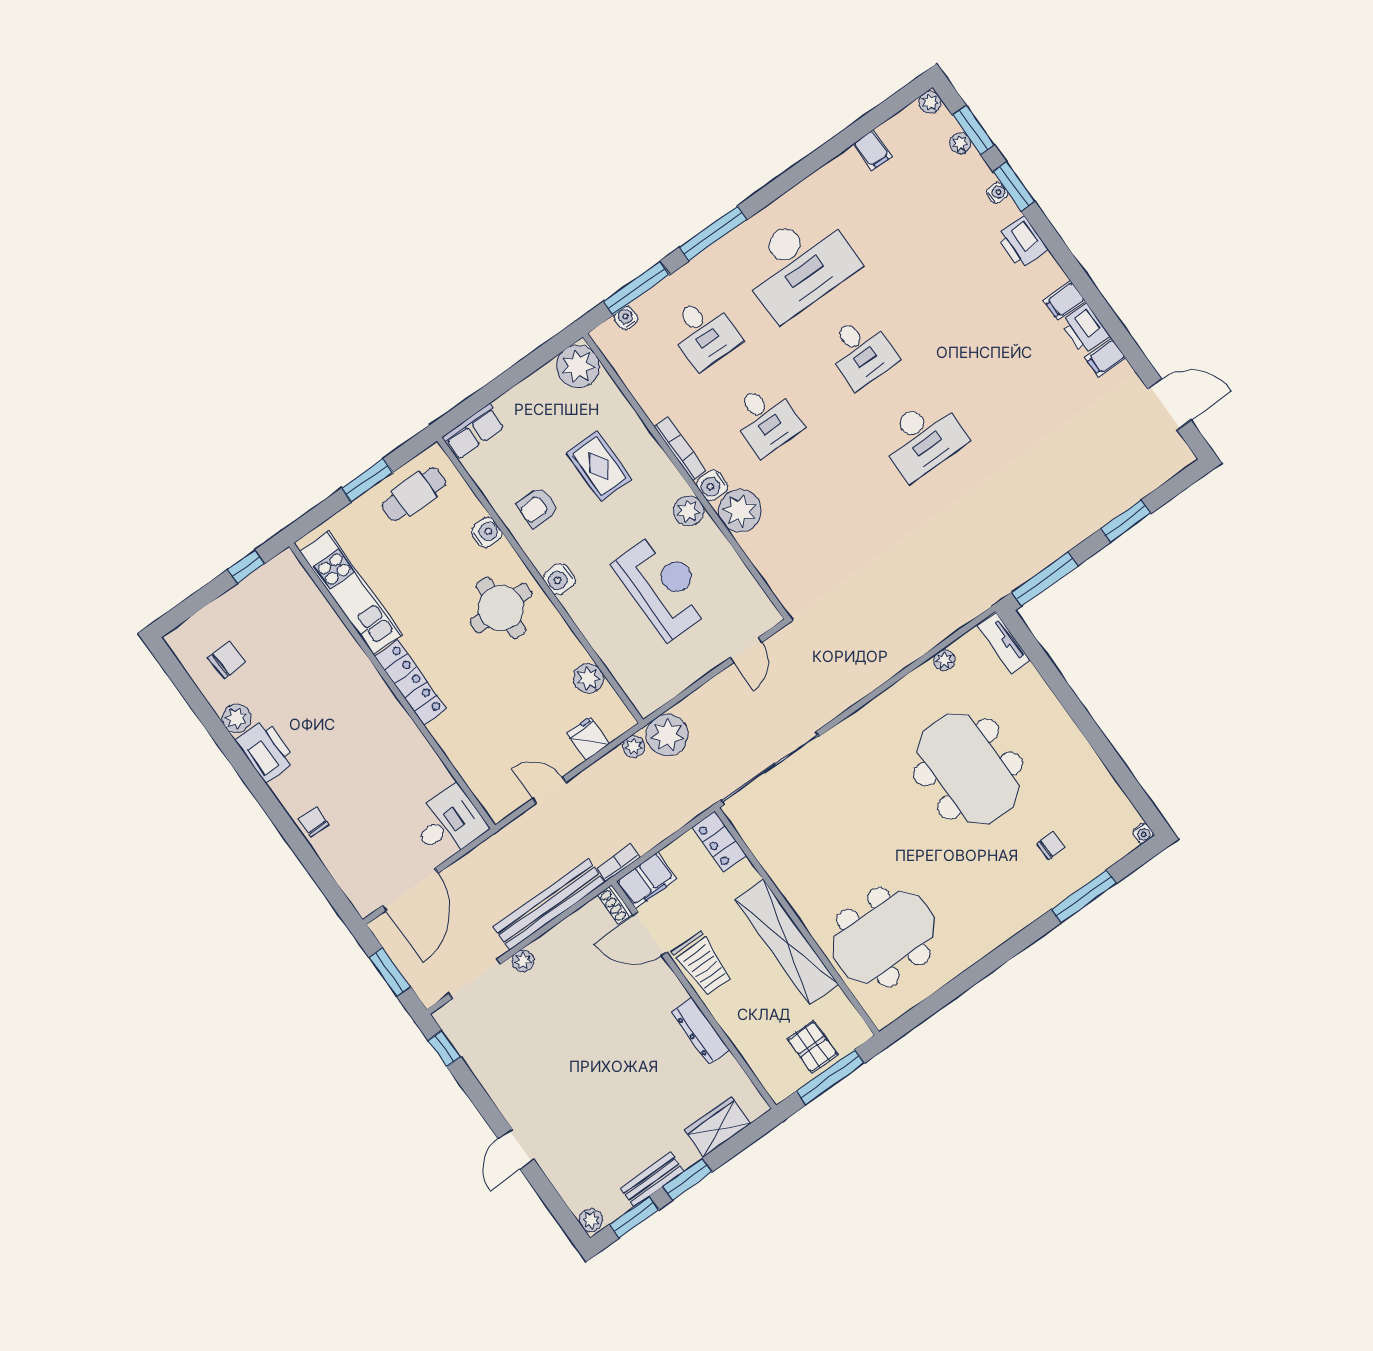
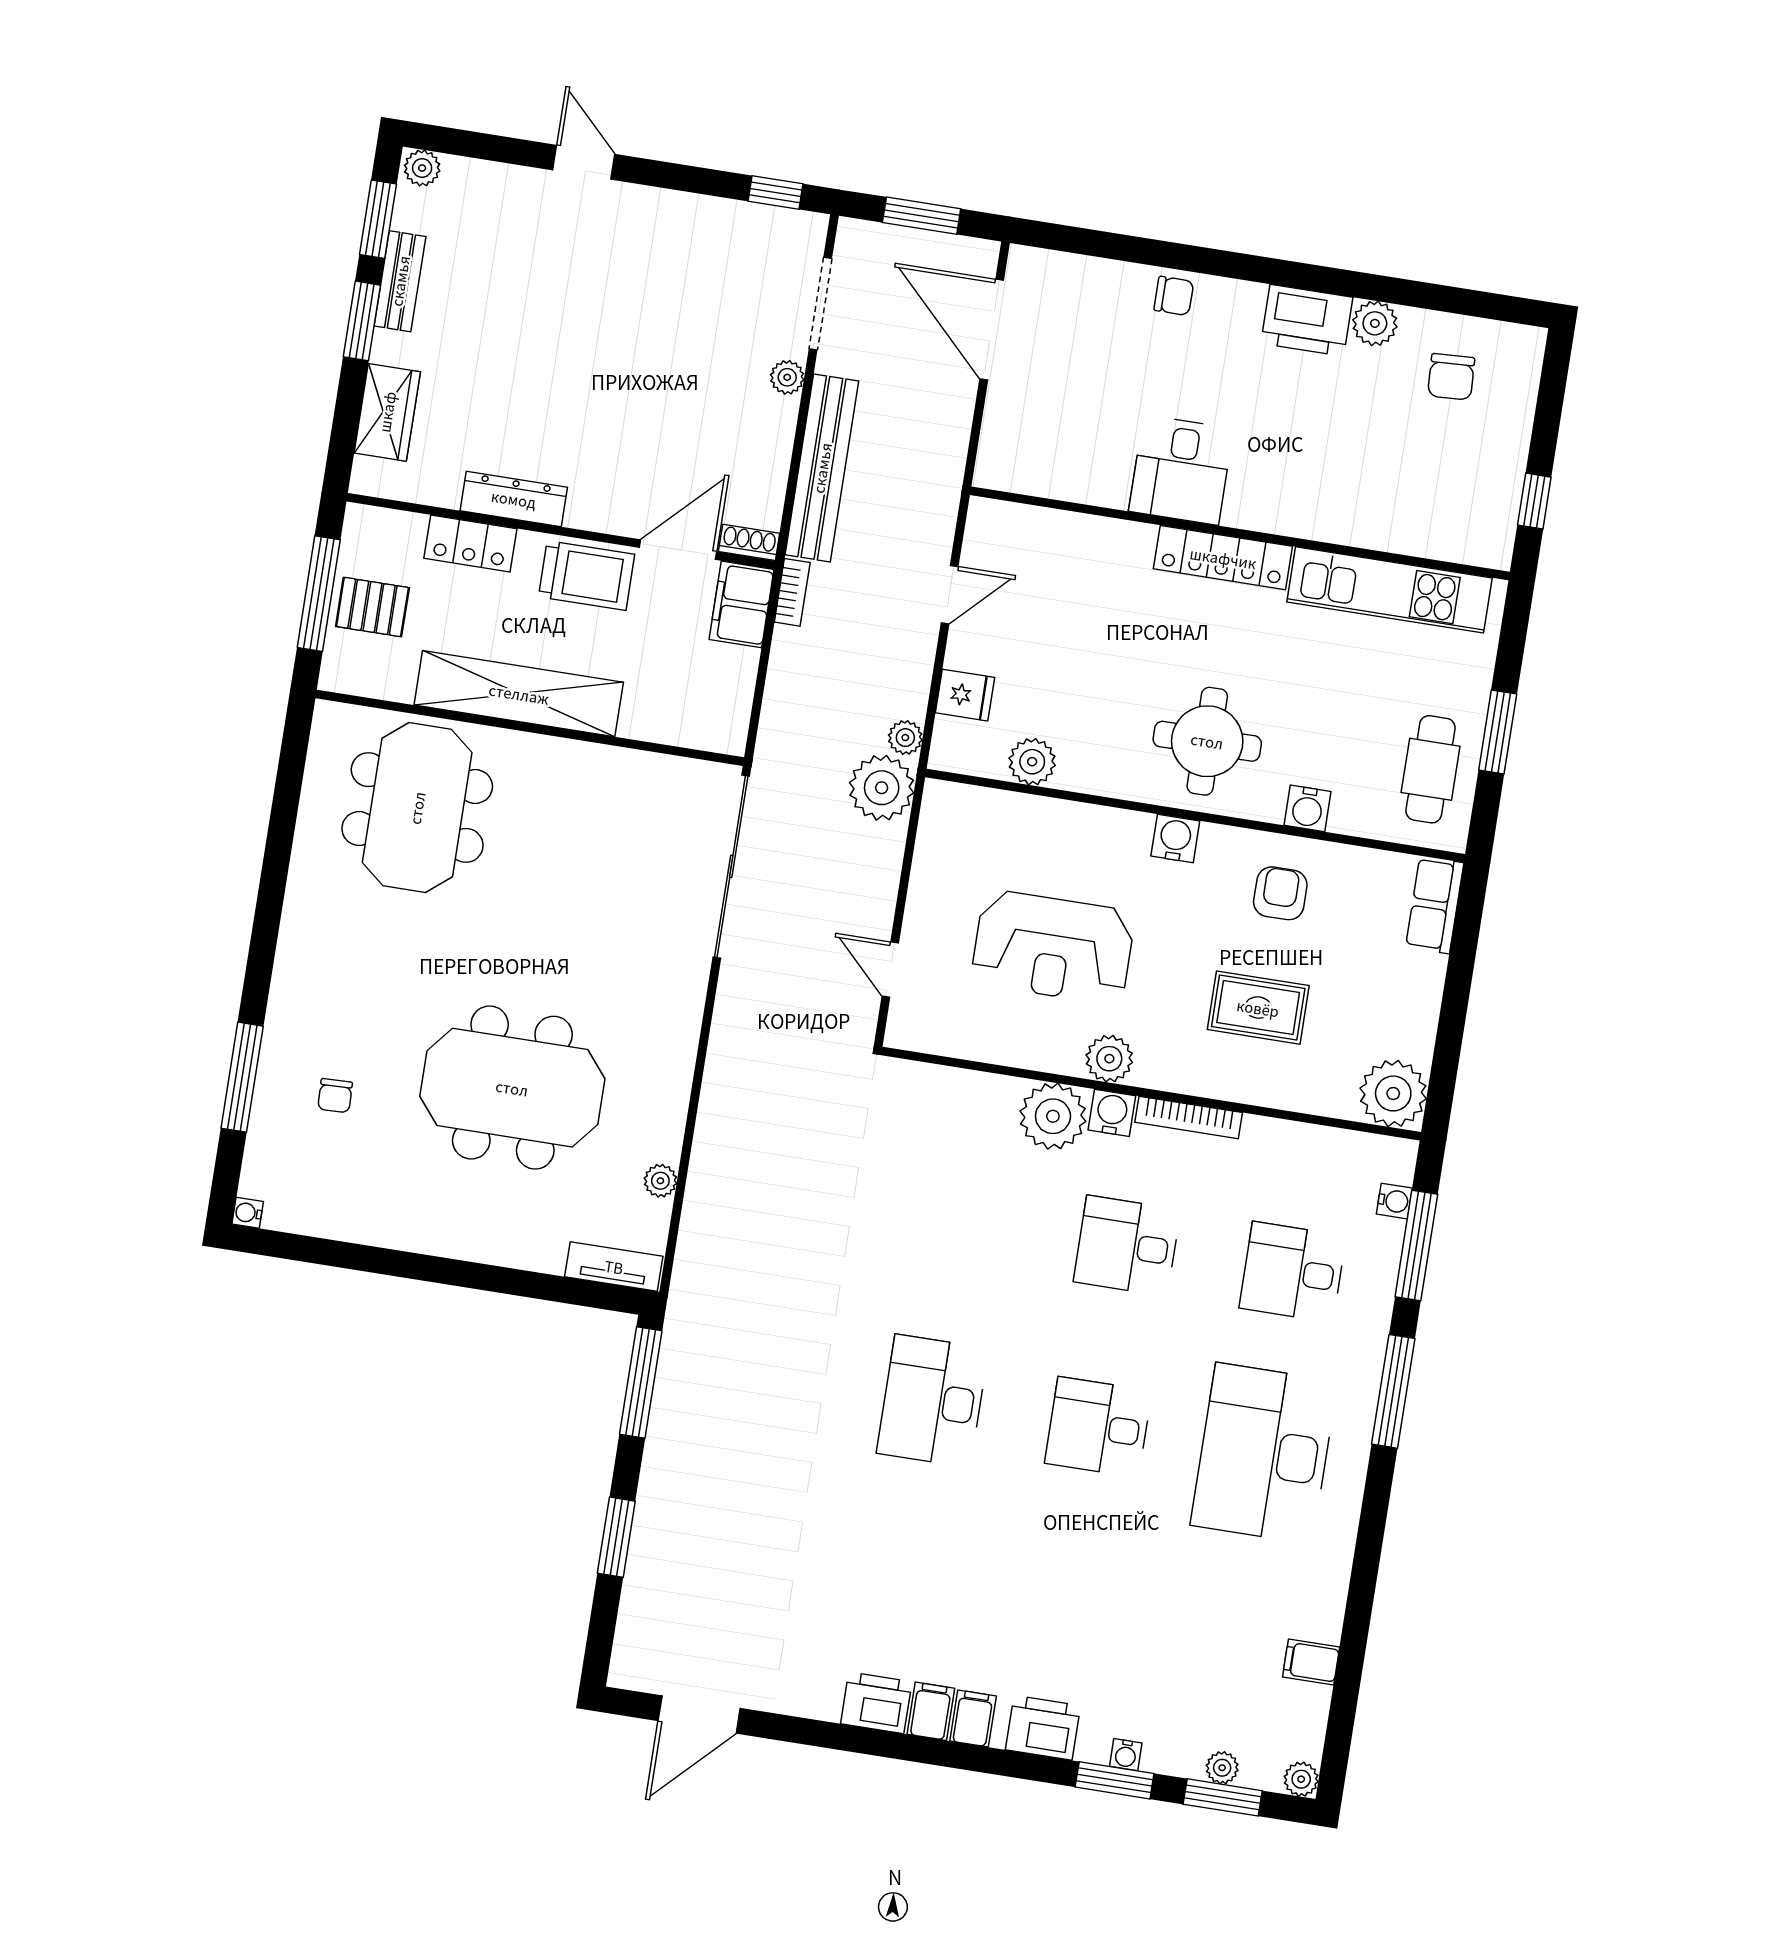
filing cabinet: (1105, 358) -> (973, 1718), moved
desk: (448, 823) -> (1181, 470), moved
locker: (719, 842) -> (470, 543), moved, turned 180
trolley: (703, 964) -> (587, 576), turned 180

